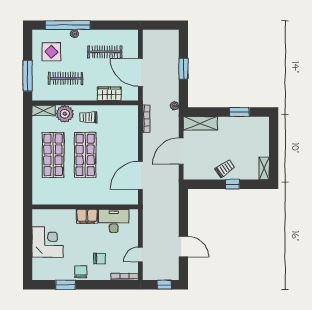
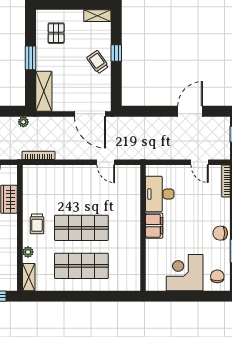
window: (239, 112) -> (31, 58), moved
plant: (65, 114) -> (28, 252), width x0.53, depth x0.53
pallet: (249, 133) -> (56, 33), added
door: (181, 151) -> (90, 114), moved
door: (140, 175) -> (106, 162), width x0.53
chair: (99, 259) -> (217, 276), moved

